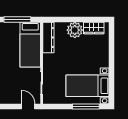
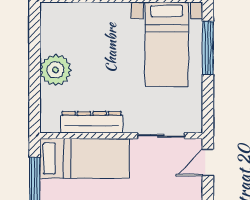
wardrobe: (94, 28) -> (52, 32), removed
dresser: (48, 37) -> (92, 122), moved

